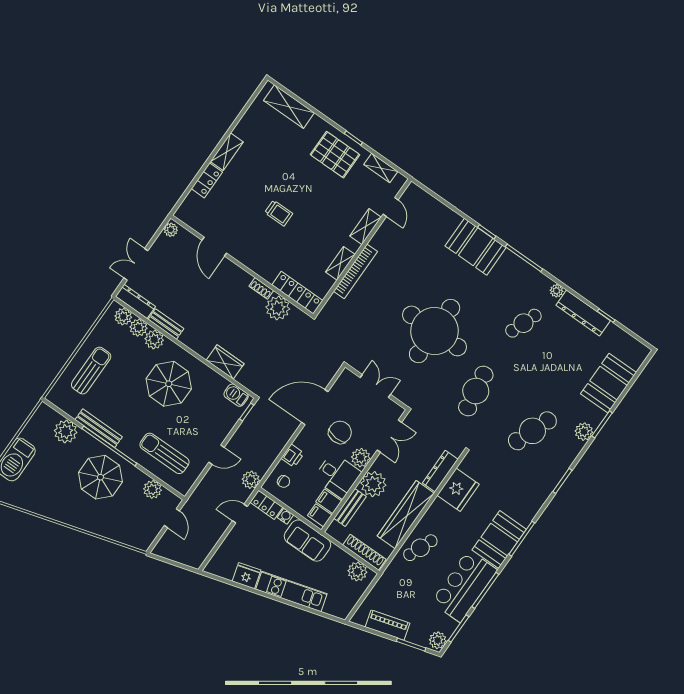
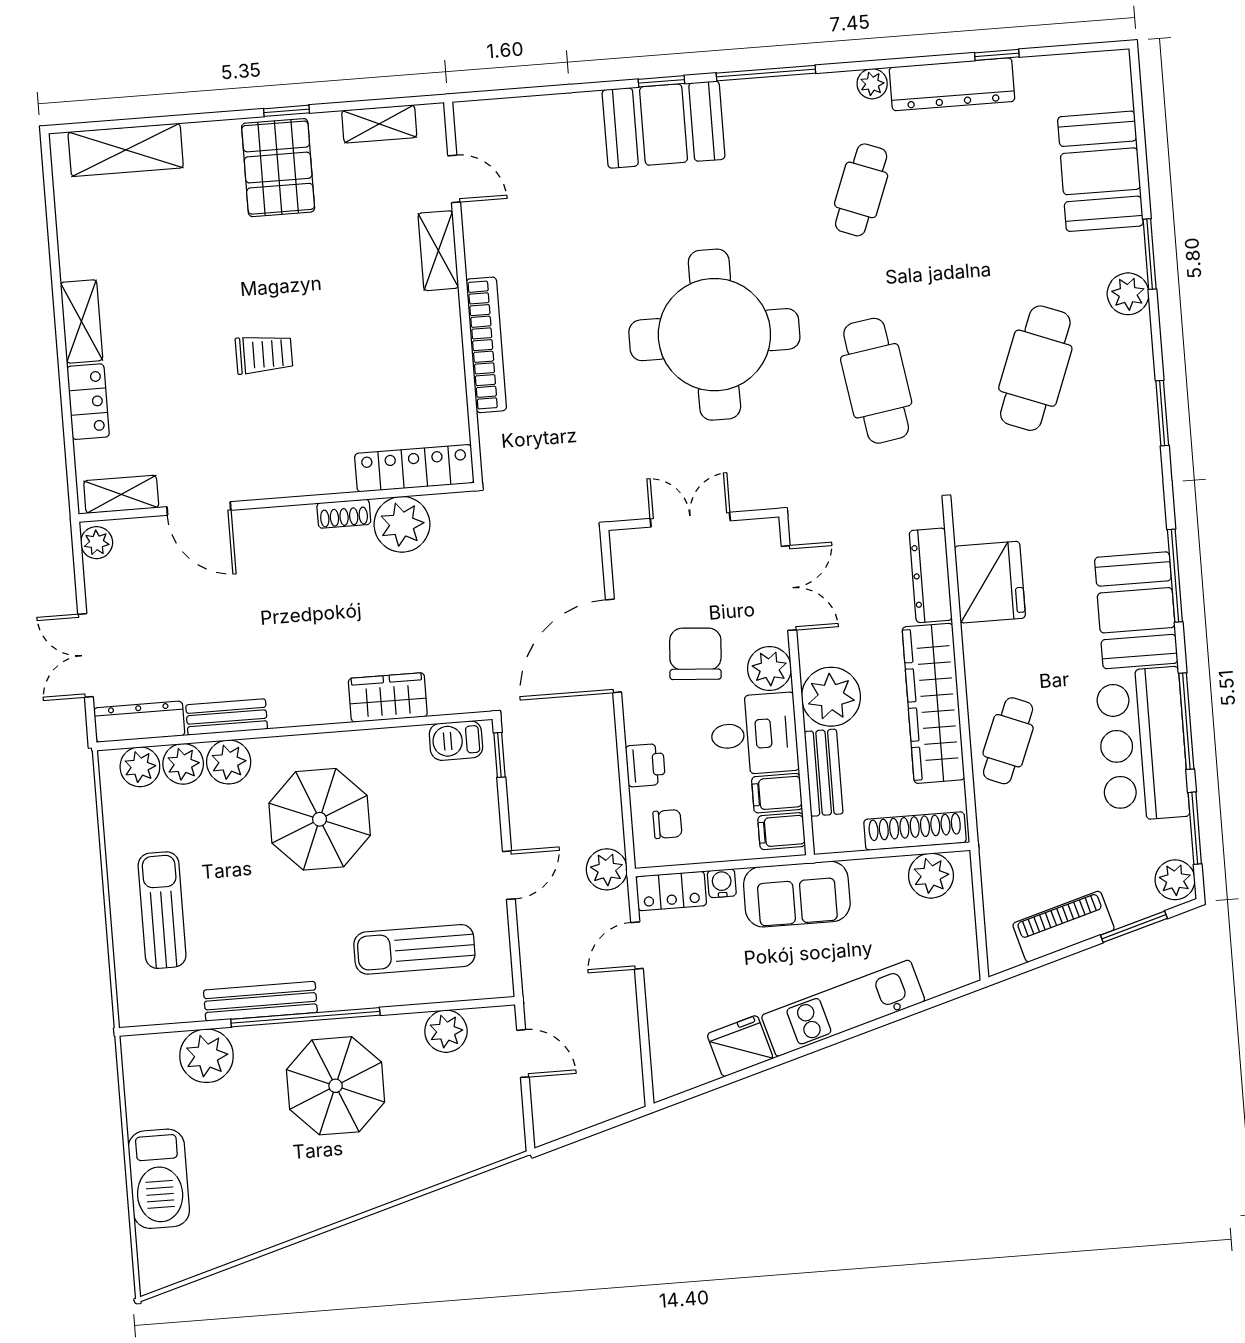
pallet: (335, 155) -> (278, 168), turned 90
shelving: (340, 263) -> (121, 494), moved, turned 90

